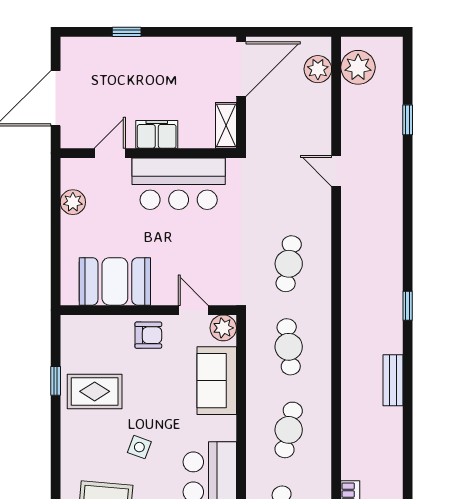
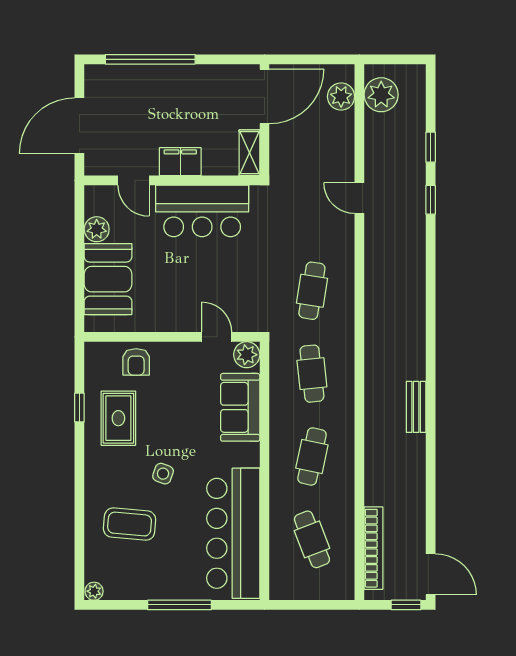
window: (127, 32) -> (150, 59), width x3.17
door: (110, 153) -> (133, 180), swing flipped
booth: (115, 281) -> (108, 279), moved, turned 90
window: (408, 306) -> (431, 200), moved
armchair: (148, 335) -> (136, 362), moved, turned 90
rug: (95, 391) -> (118, 418), turned 90

